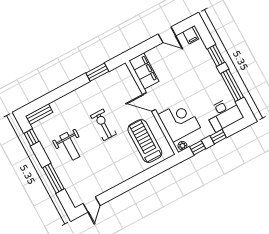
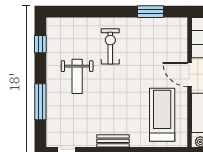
bench: (39, 114) -> (113, 141), moved
exercise bike: (103, 125) -> (110, 46), moved

